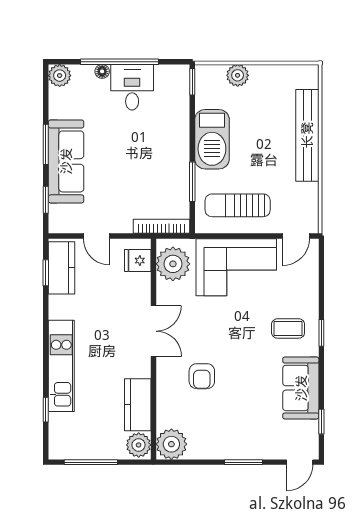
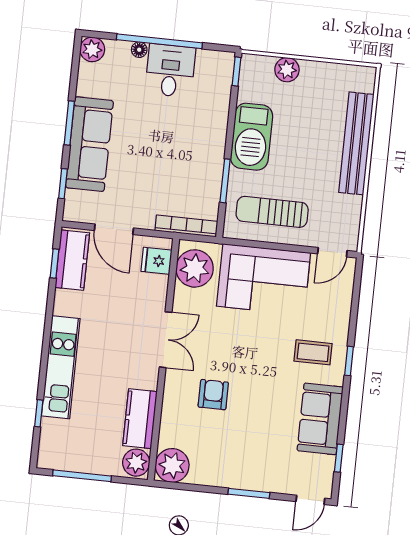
door: (96, 236) -> (114, 229), width x1.38
armchair: (202, 376) -> (213, 395), turned 180

